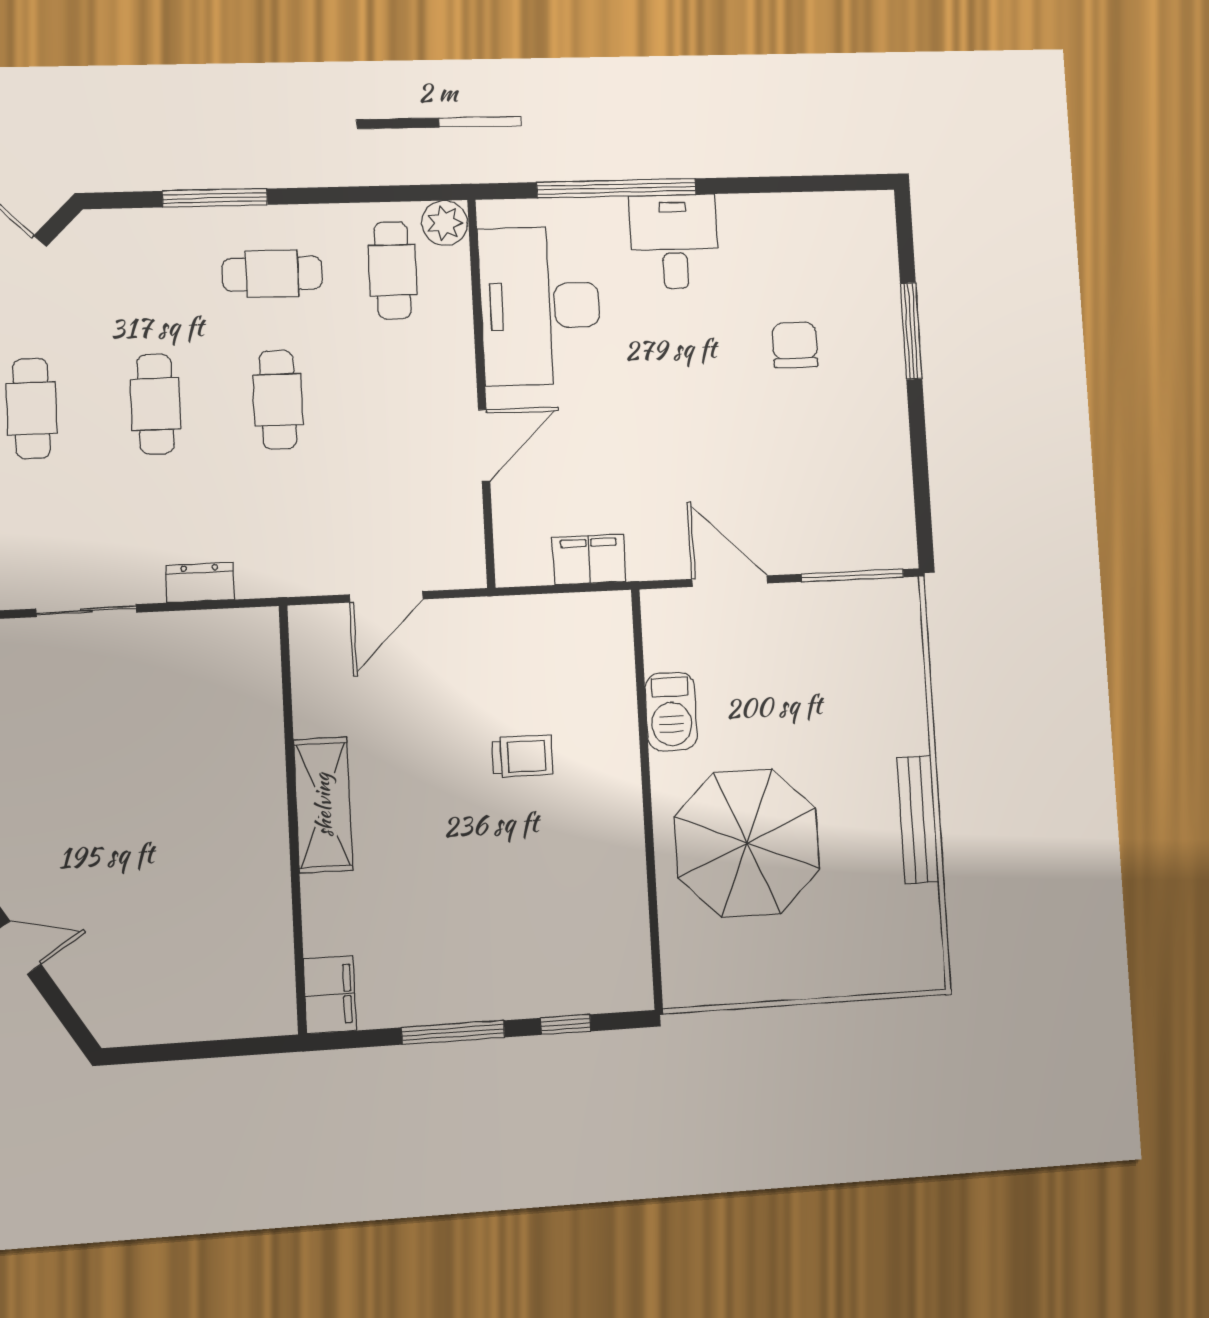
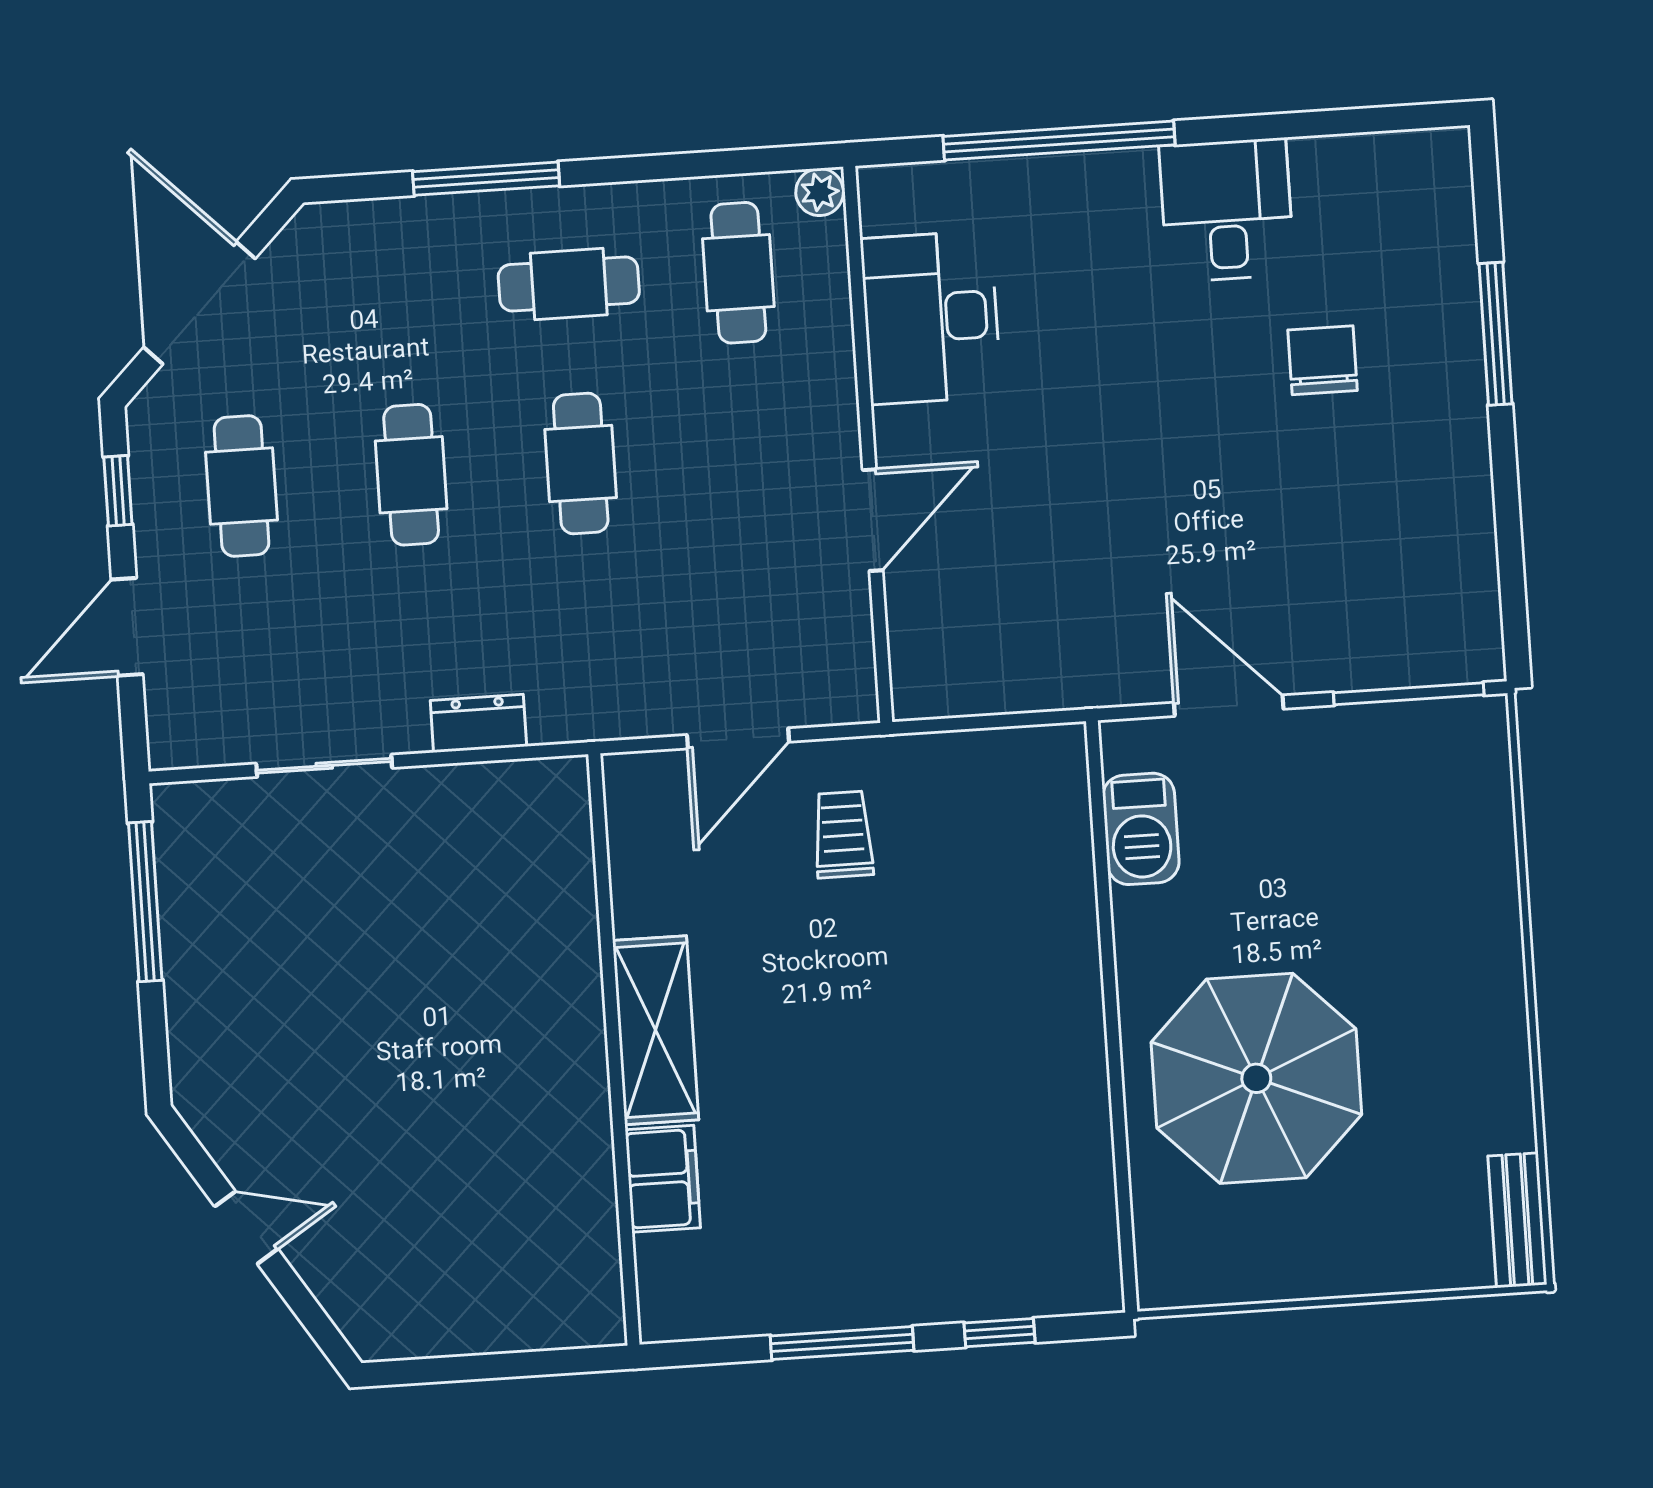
plant: (445, 223) -> (820, 192), width x0.73, depth x0.73
desk: (674, 242) -> (1227, 210), moved
desk: (540, 306) -> (931, 318), width x0.73, depth x0.77
filing cabinet: (589, 559) -> (1025, 679), removed
barbecue: (671, 712) -> (1141, 829), moved
trolley: (522, 756) -> (843, 834), moved, turned -90
bench: (918, 820) -> (1517, 1220), moved, width x0.73
filing cabinet: (330, 995) -> (663, 1179), moved

